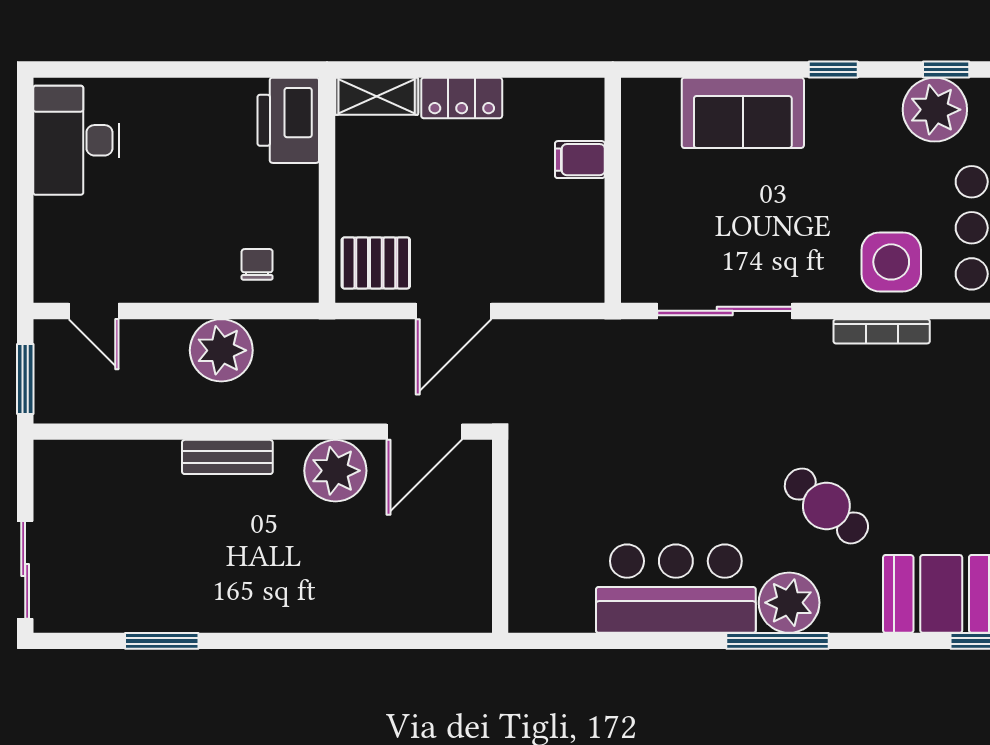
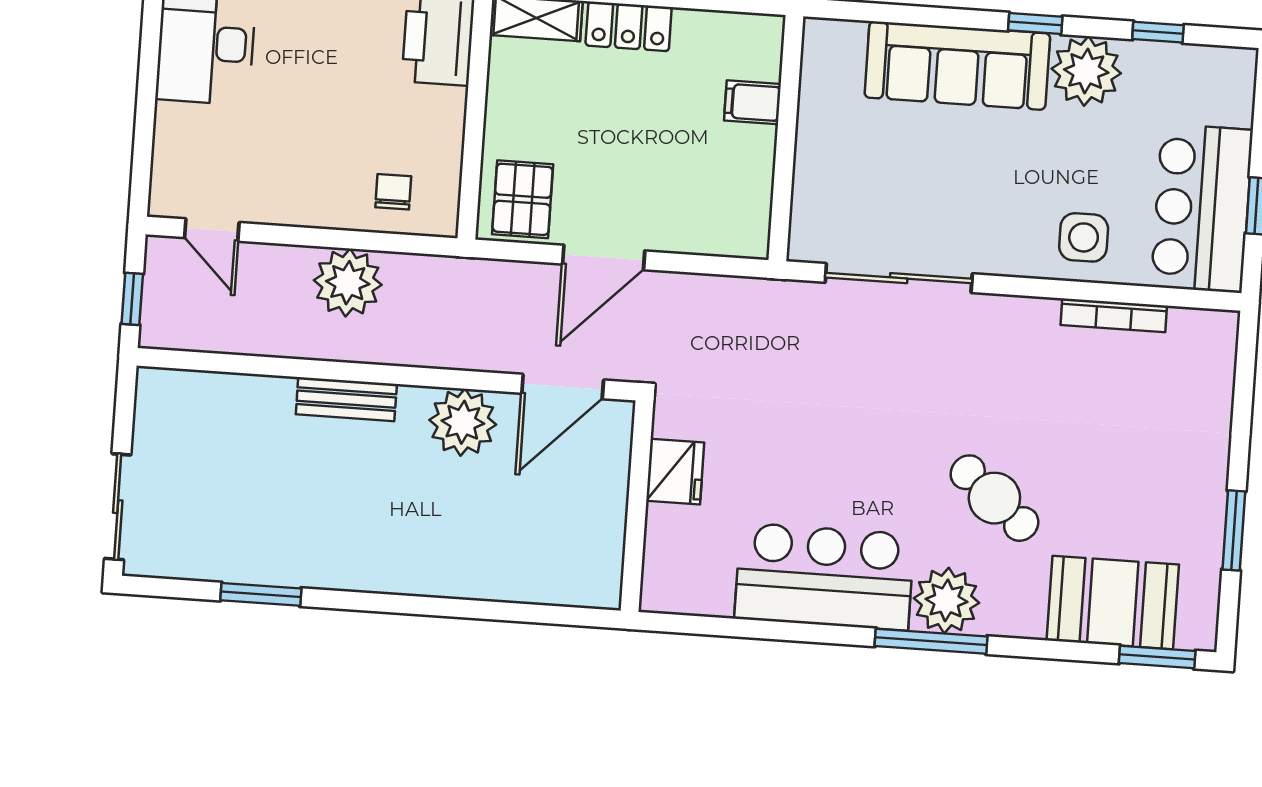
plant: (935, 110) -> (1086, 71), moved
sofa: (743, 113) -> (957, 65), width x1.36
side table: (891, 262) -> (1084, 237), width x0.73, depth x0.73
pallet: (376, 263) -> (523, 199), turned 90
bookcase: (882, 331) -> (1114, 315), moved
window: (25, 379) -> (132, 299), width x0.67
fridge: (533, 502) -> (675, 472), added

